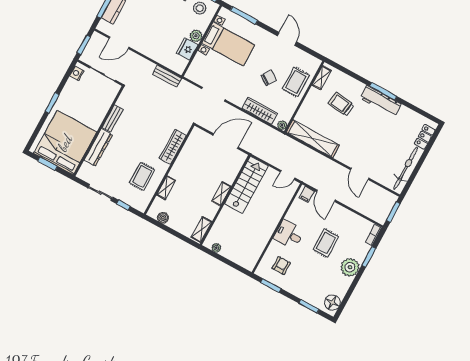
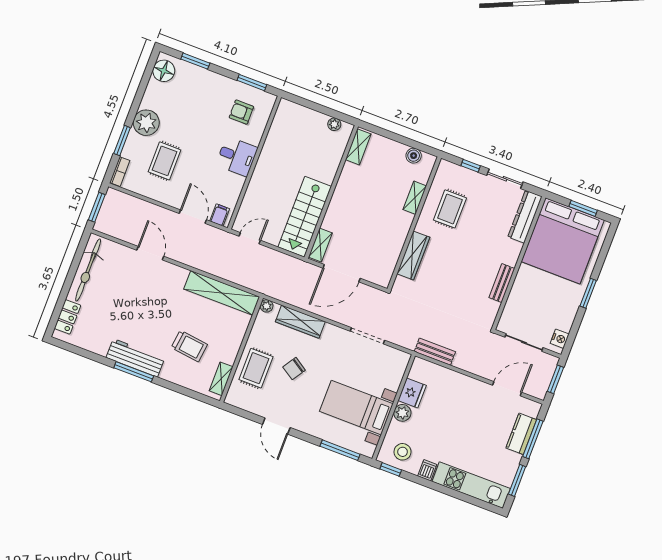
dresser: (98, 147) -> (525, 217), moved
shelving: (221, 194) -> (320, 245), moved
rug: (326, 243) -> (165, 161), moved
armchair: (281, 266) -> (241, 112), turned 90

